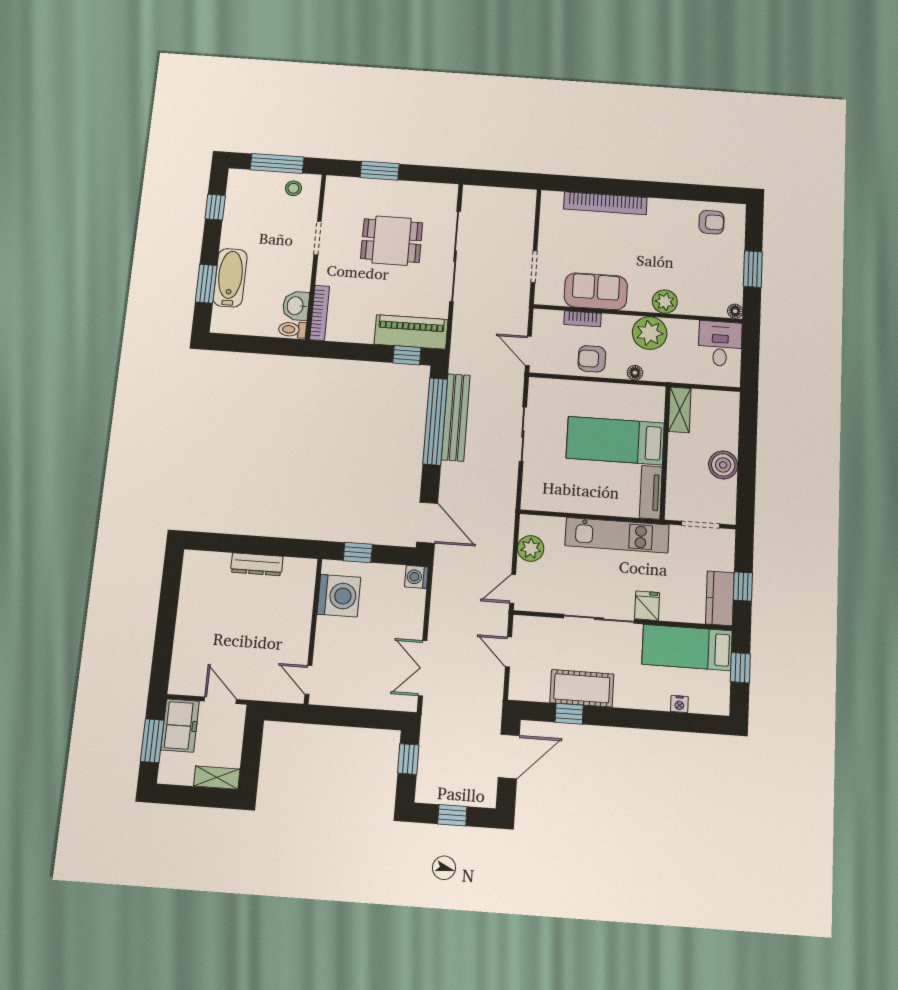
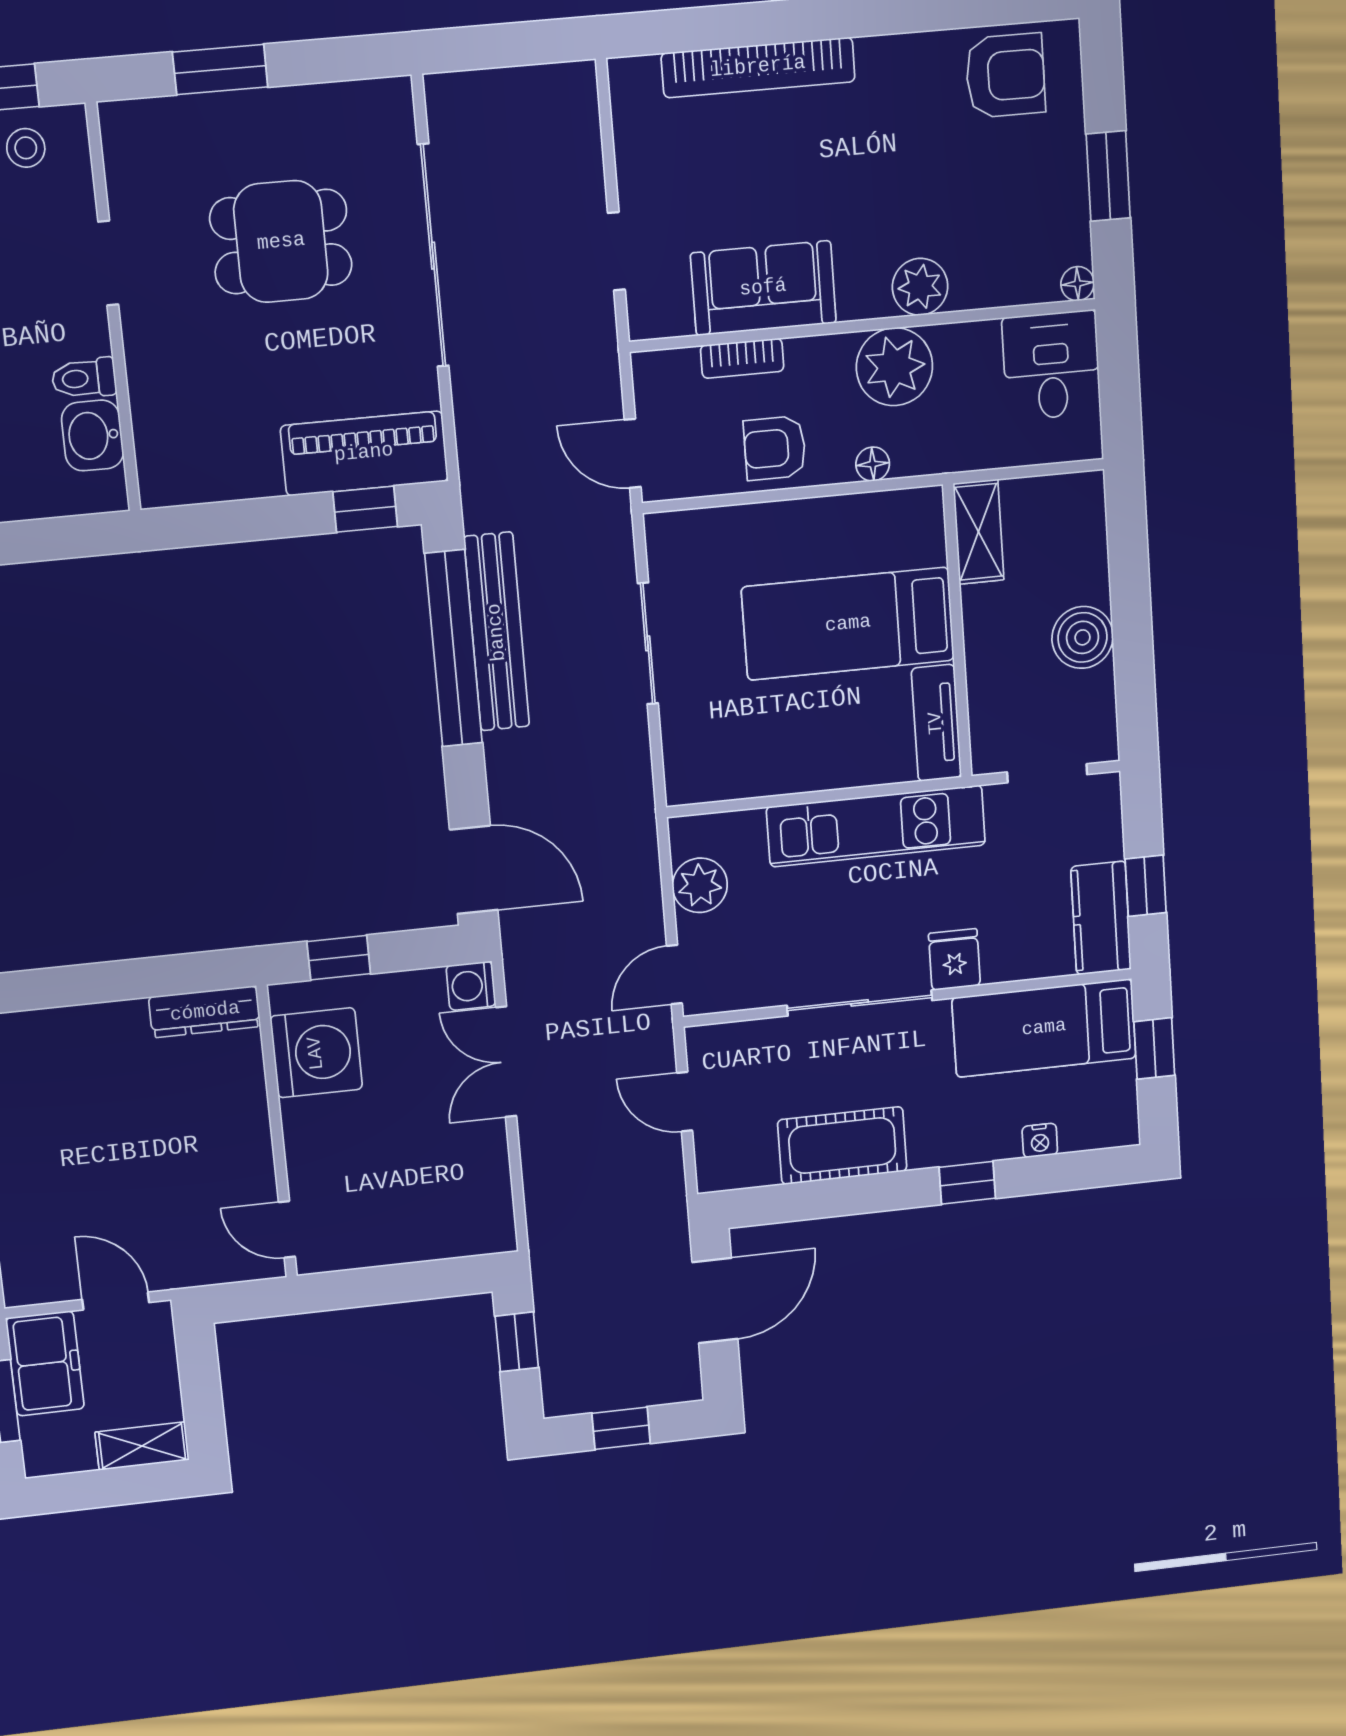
armchair: (712, 222) -> (1005, 76), width x1.38, depth x1.38
bookcase: (320, 313) -> (150, 443), removed
toilet: (292, 330) -> (84, 378), moved
dresser: (257, 564) -> (205, 1012), moved
double door: (423, 668) -> (506, 1062), moved
window: (569, 714) -> (967, 1183), moved

